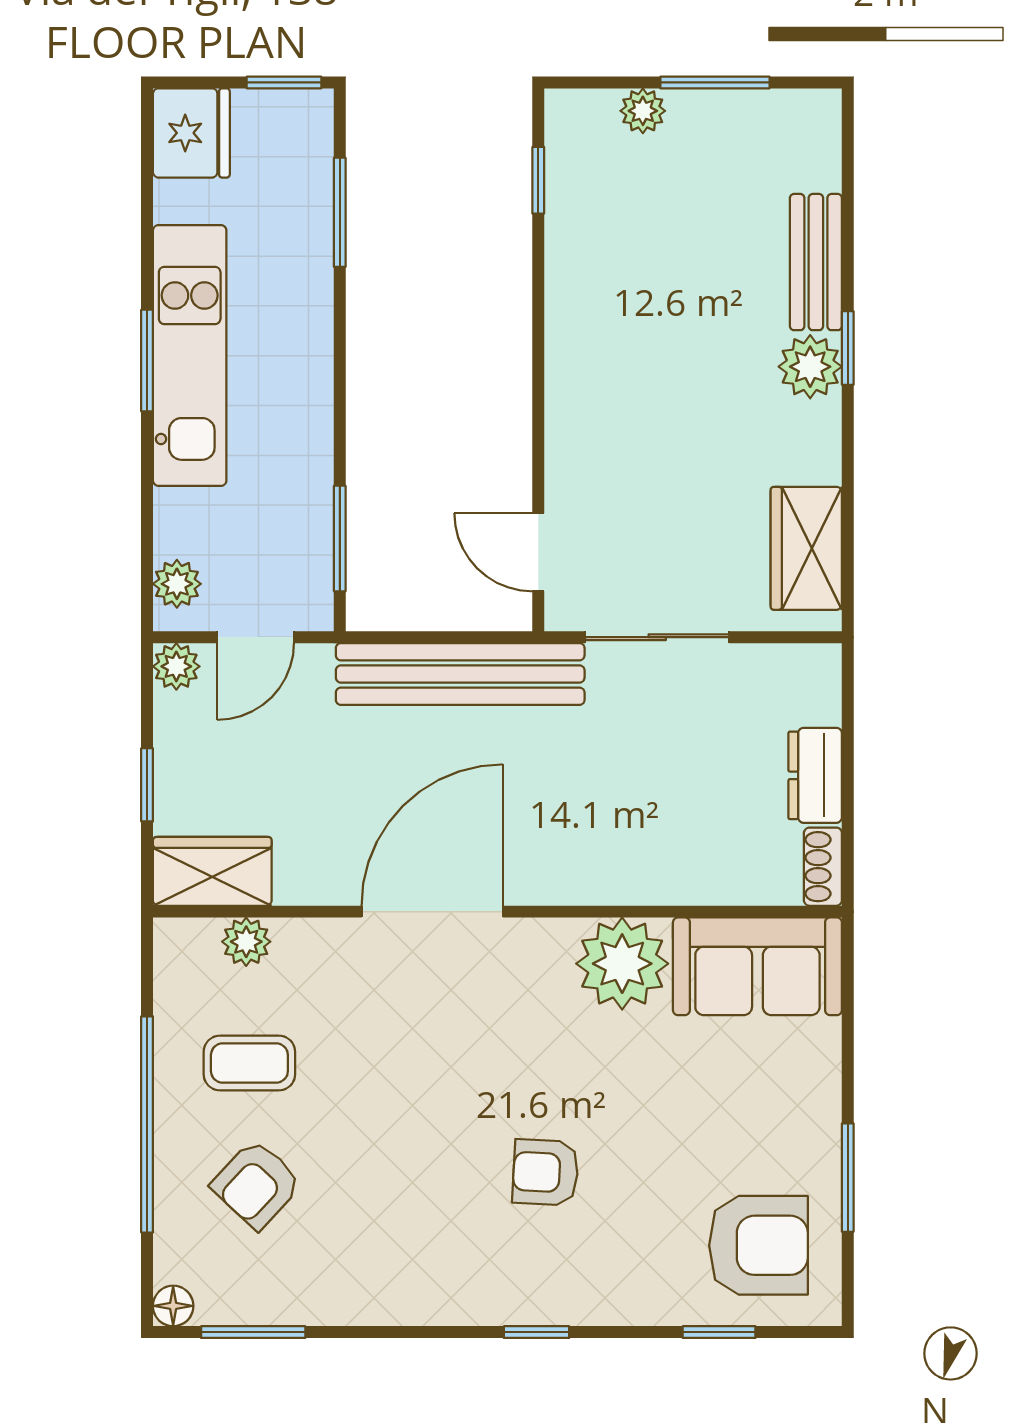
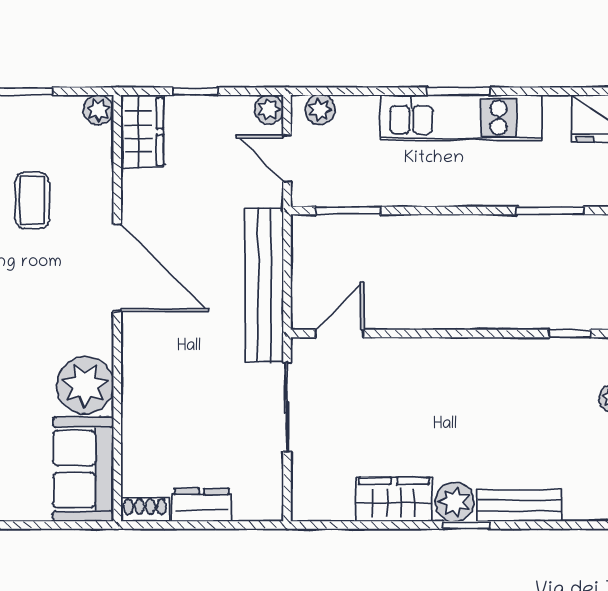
wardrobe: (806, 548) -> (394, 499), moved
plant: (246, 942) -> (99, 110), moved
coffee table: (249, 1063) -> (32, 200), moved

